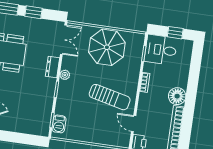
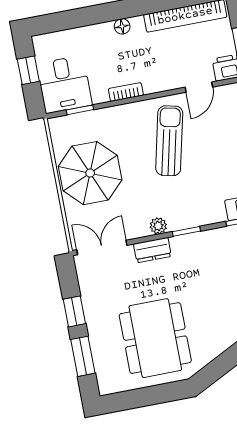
floor lamp: (177, 96) -> (122, 26), width x0.53, depth x0.53

